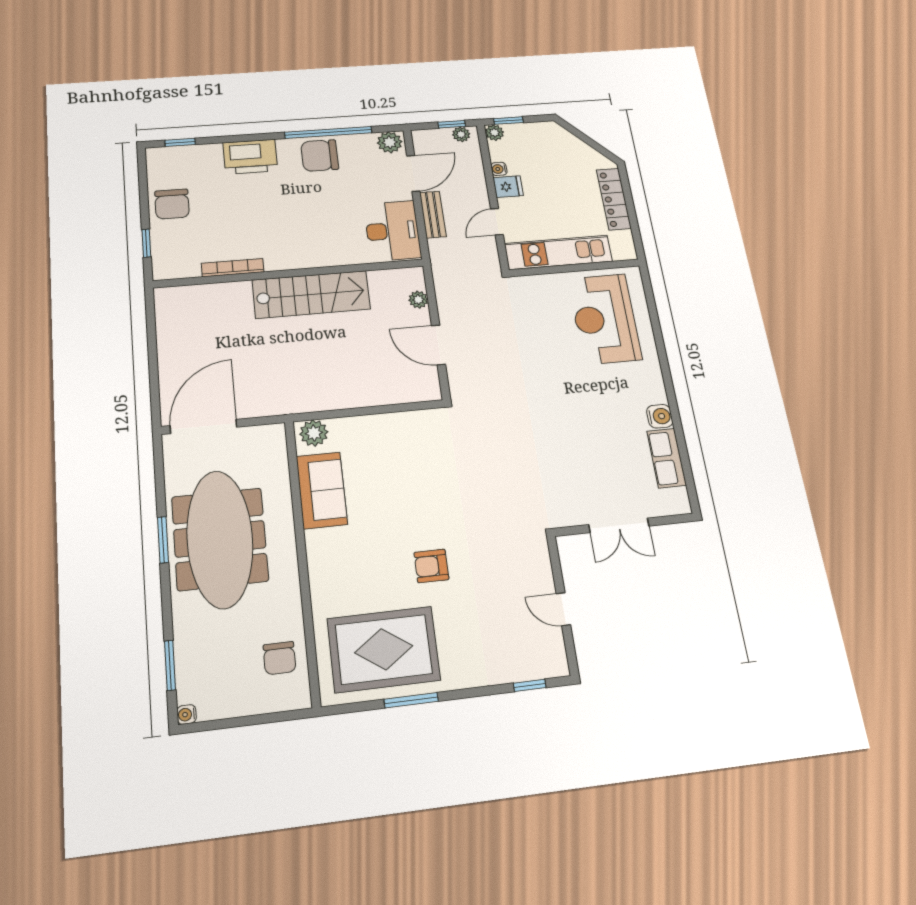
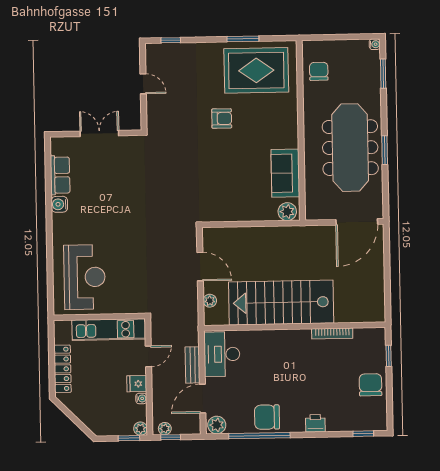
chair: (320, 156) -> (267, 417), turned 180
printer: (250, 157) -> (315, 423), width x0.53, depth x0.68
stairs: (311, 294) -> (281, 303), width x1.36, depth x1.51

